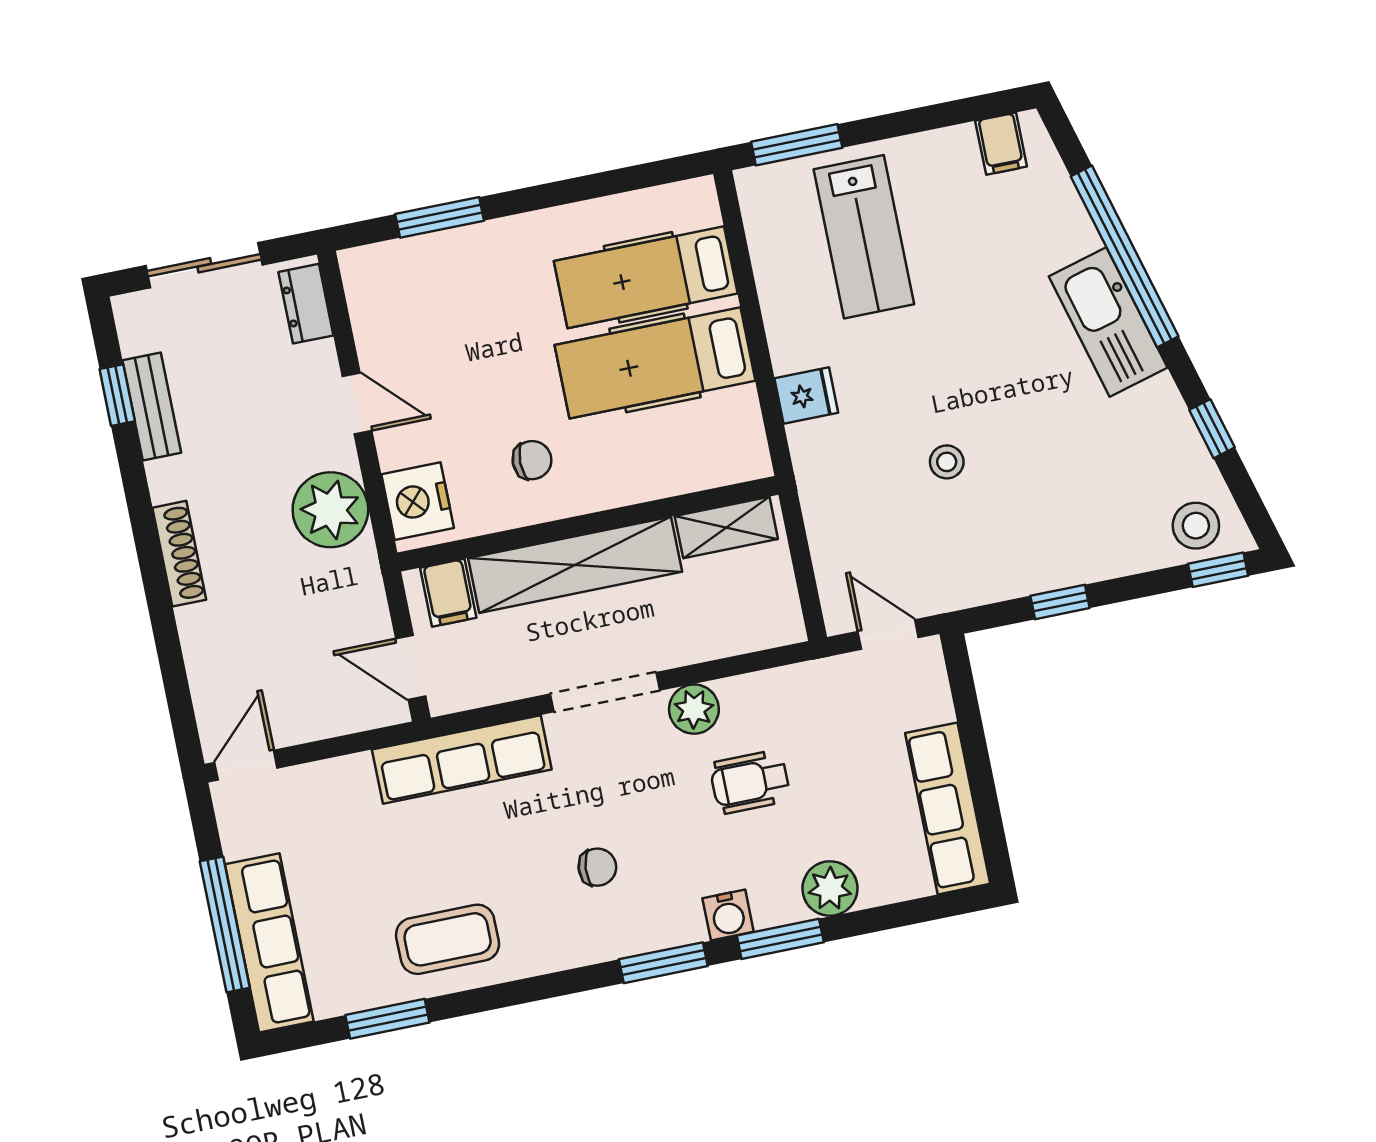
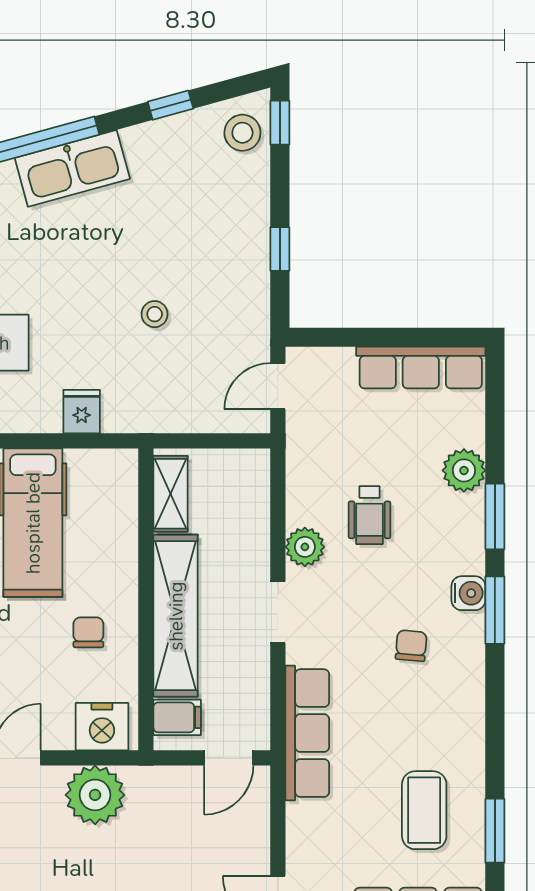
doorway: (605, 692) -> (278, 612), width x0.73
water cooler: (728, 915) -> (468, 593), moved
coffee table: (448, 939) -> (424, 810), moved

